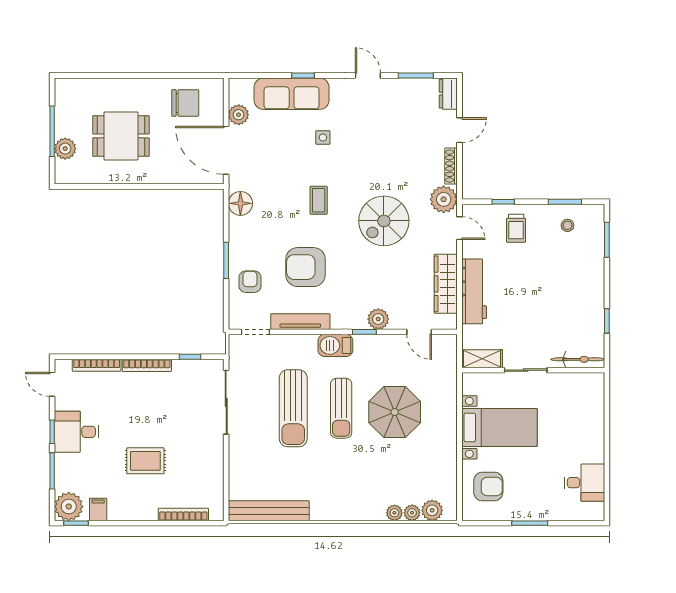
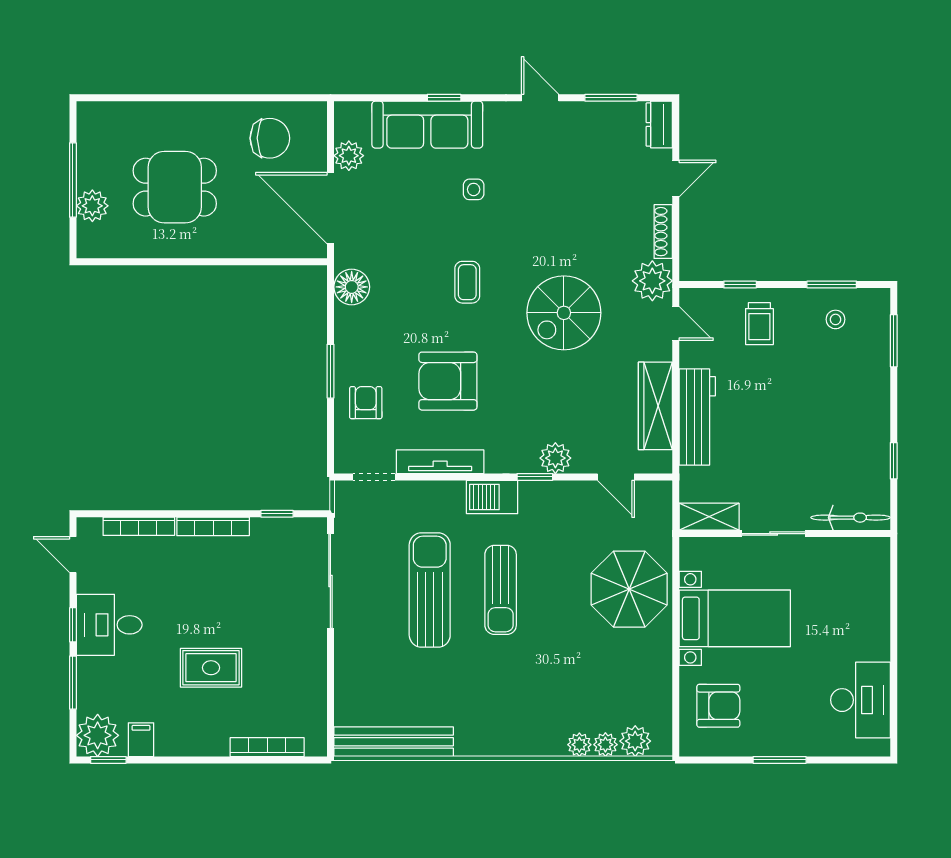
sun lounger: (293, 408) -> (430, 590), turned 180
parasol: (395, 412) -> (629, 589), moved
desk: (584, 483) -> (860, 700), width x1.37

